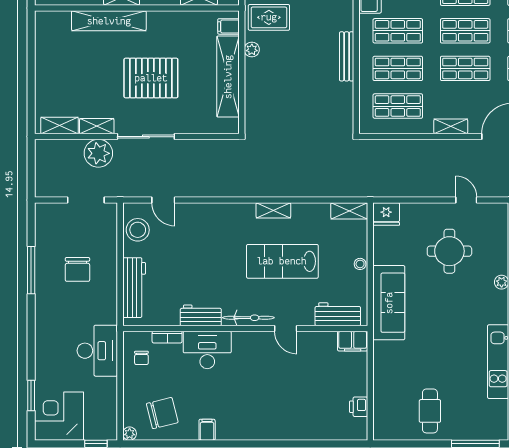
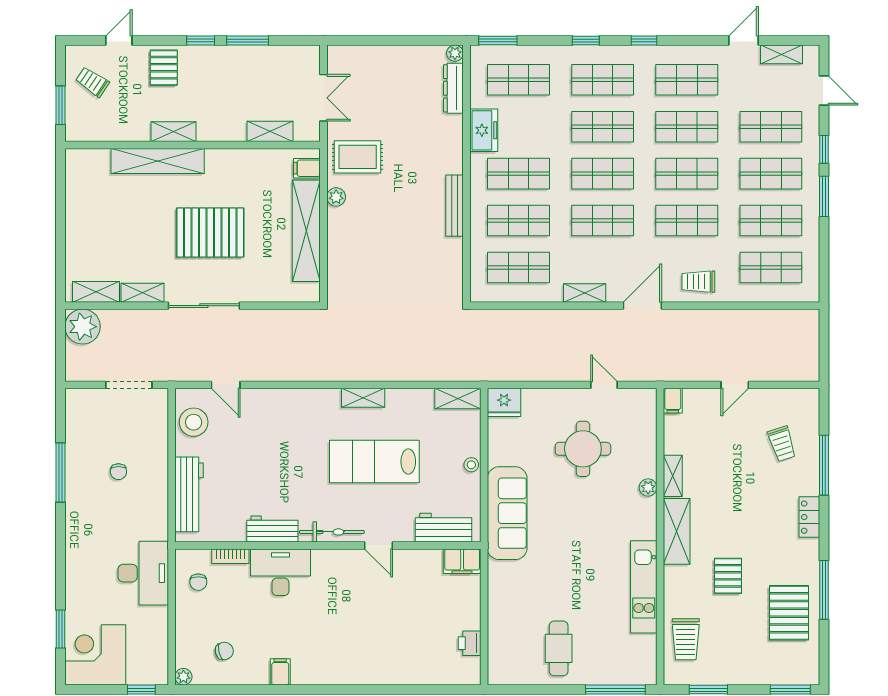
plant: (98, 153) -> (83, 327), moved
chair: (77, 269) -> (118, 472), width x0.54, depth x0.54
chair: (162, 413) -> (224, 651), width x0.54, depth x0.54

